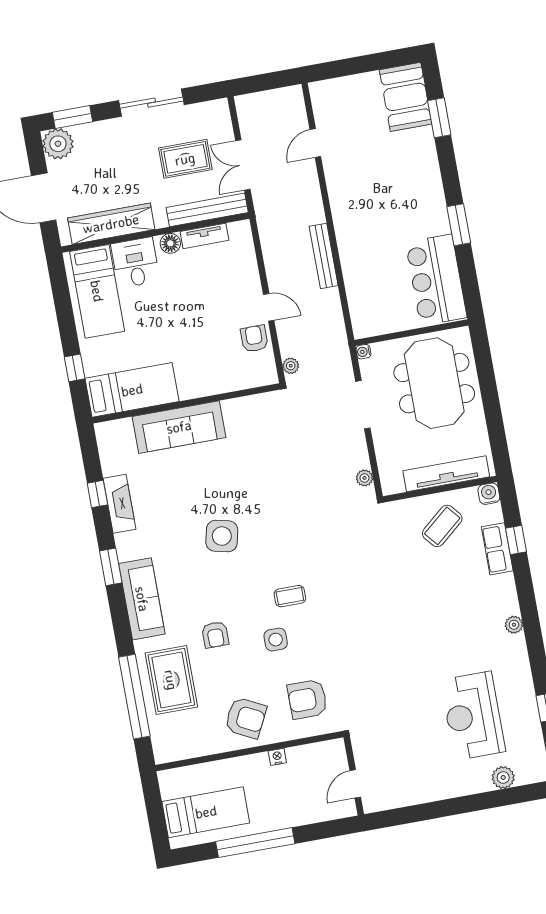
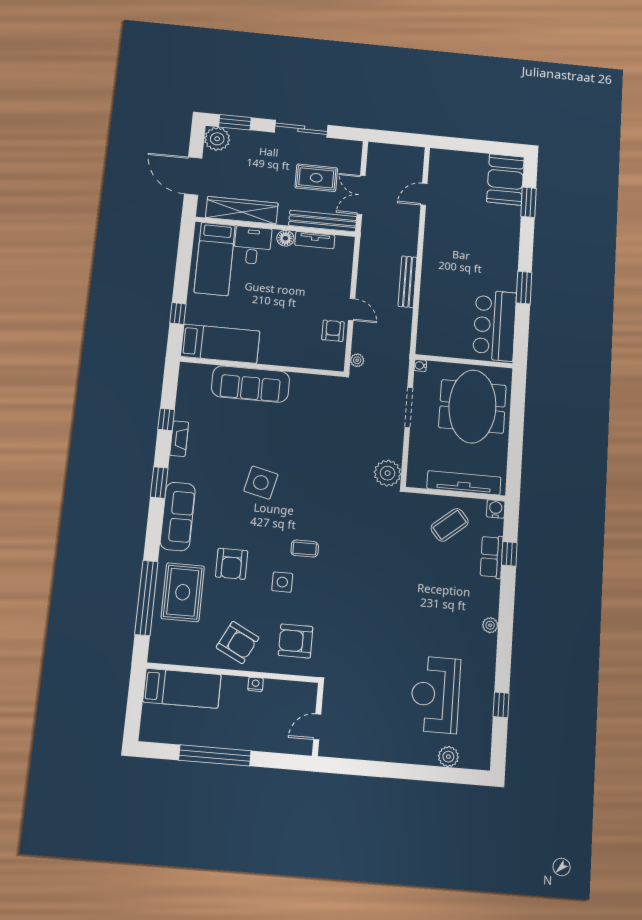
plant: (365, 478) -> (388, 473), width x1.88, depth x1.88
fireplace: (119, 504) -> (179, 439), width x0.73, depth x0.76
armchair: (215, 635) -> (232, 564), width x1.38, depth x1.38
bed: (206, 812) -> (182, 688), moved

